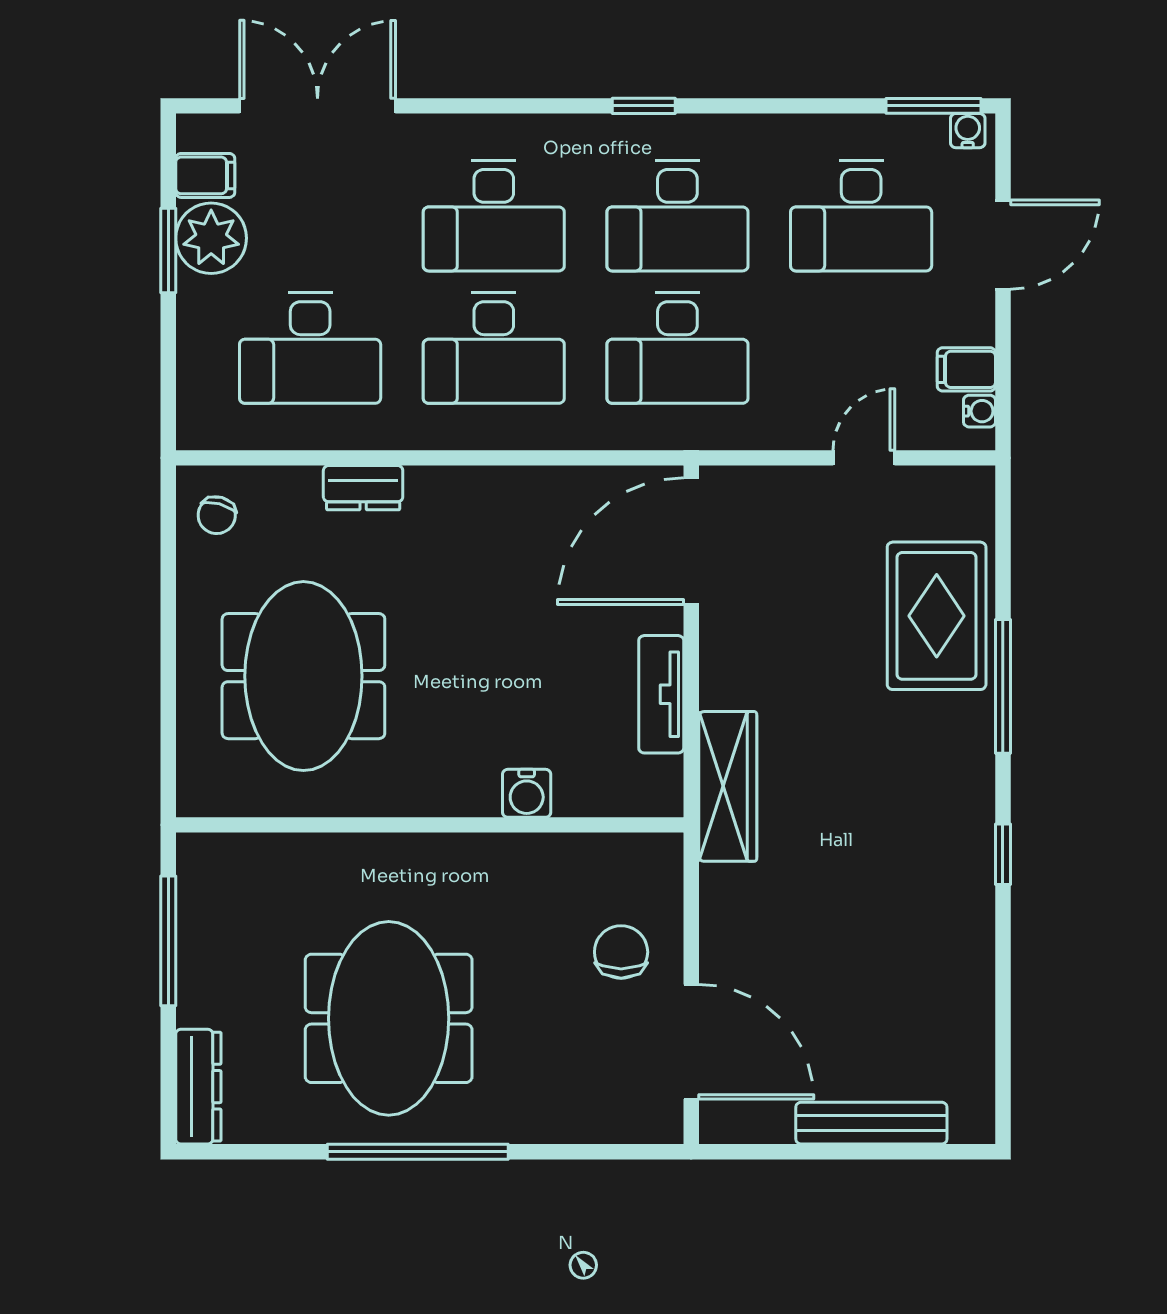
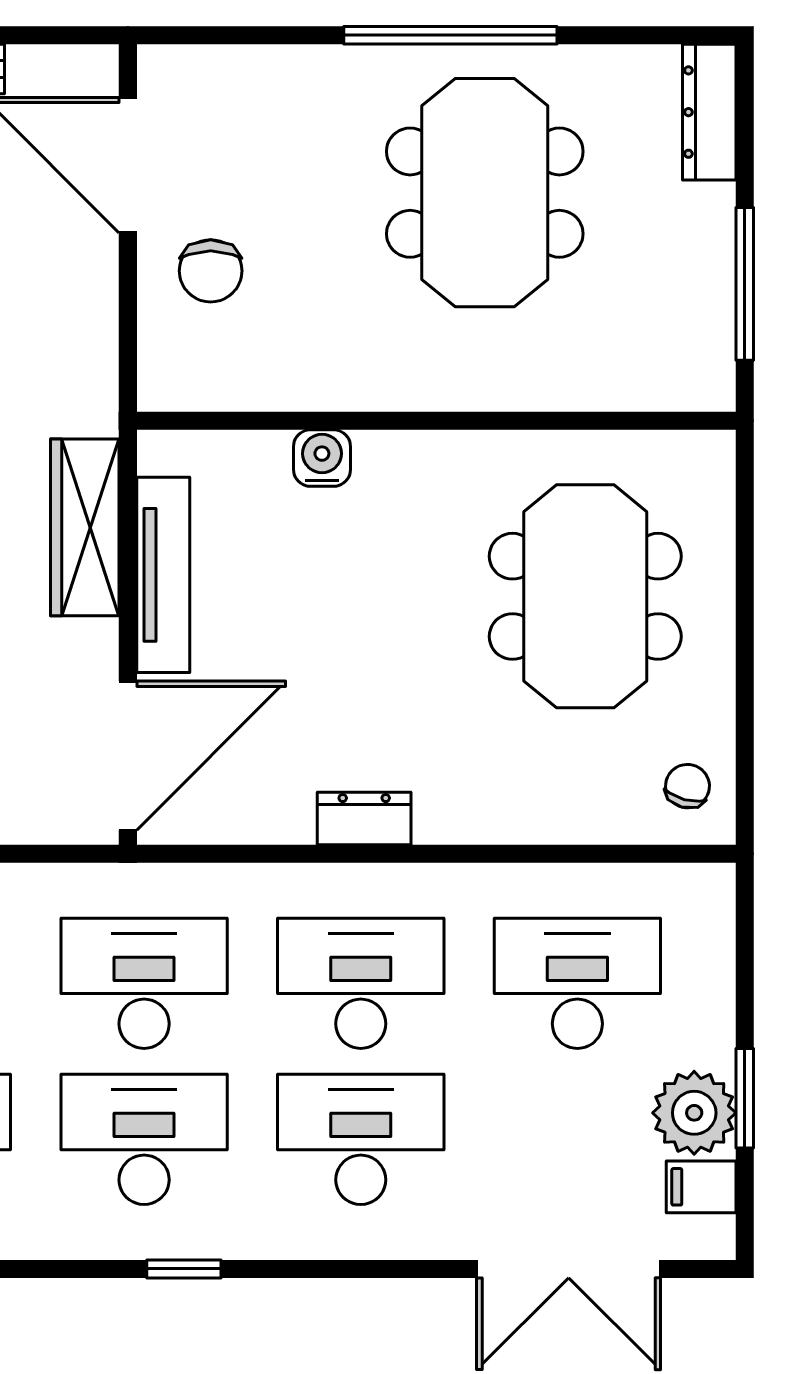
dresser: (363, 488) -> (364, 819), moved
tv unit: (661, 694) -> (163, 575), width x1.41
wardrobe: (728, 786) -> (85, 527), moved

